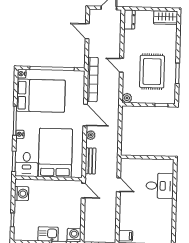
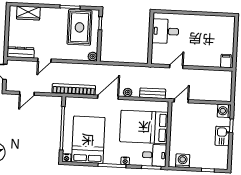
wardrobe: (166, 18) -> (28, 13), moved, turned 90
dresser: (129, 20) -> (21, 52), width x1.44
door: (121, 65) -> (44, 60), moved
rug: (152, 72) -> (79, 27), moved, turned 90
desk: (160, 186) -> (165, 31), moved, turned -90

